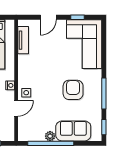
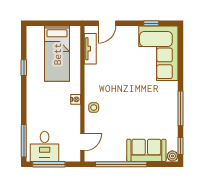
door: (48, 17) -> (107, 23), moved
armchair: (73, 90) -> (146, 104), removed
door: (16, 108) -> (82, 142), moved
plant: (50, 136) -> (172, 156), moved

